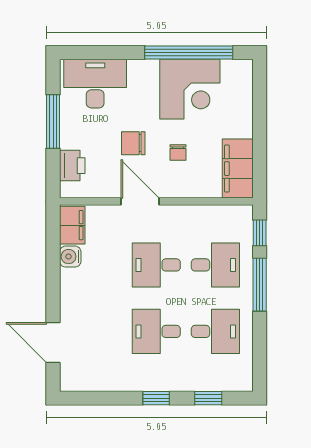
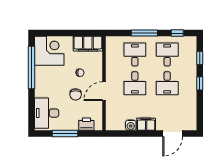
corner desk: (190, 89) -> (49, 51), moved
filing cabinet: (72, 225) -> (146, 124), moved
window: (260, 233) -> (177, 33), moved

